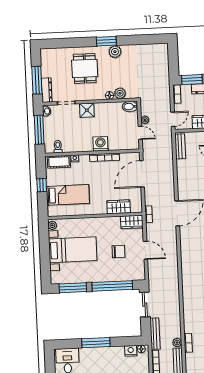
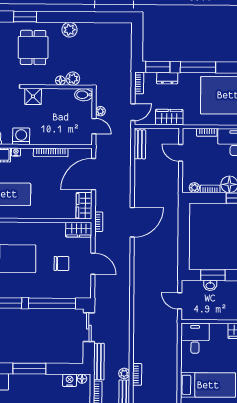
window: (106, 41) -> (25, 17), moved
washing machine: (100, 144) -> (21, 136), moved
wardrobe: (119, 207) -> (84, 206), moved, turned -90

